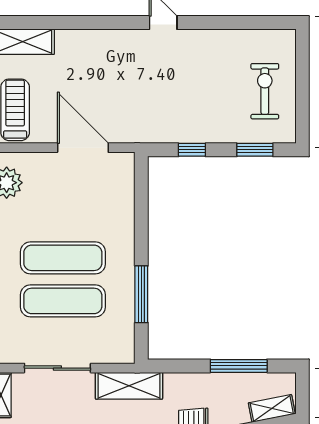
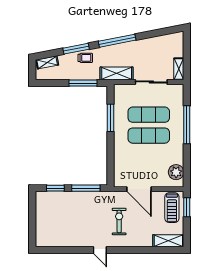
exercise bike: (265, 91) -> (119, 221), moved, turned 180
window: (192, 150) -> (86, 188), width x2.17
window: (239, 366) -> (83, 83), moved

